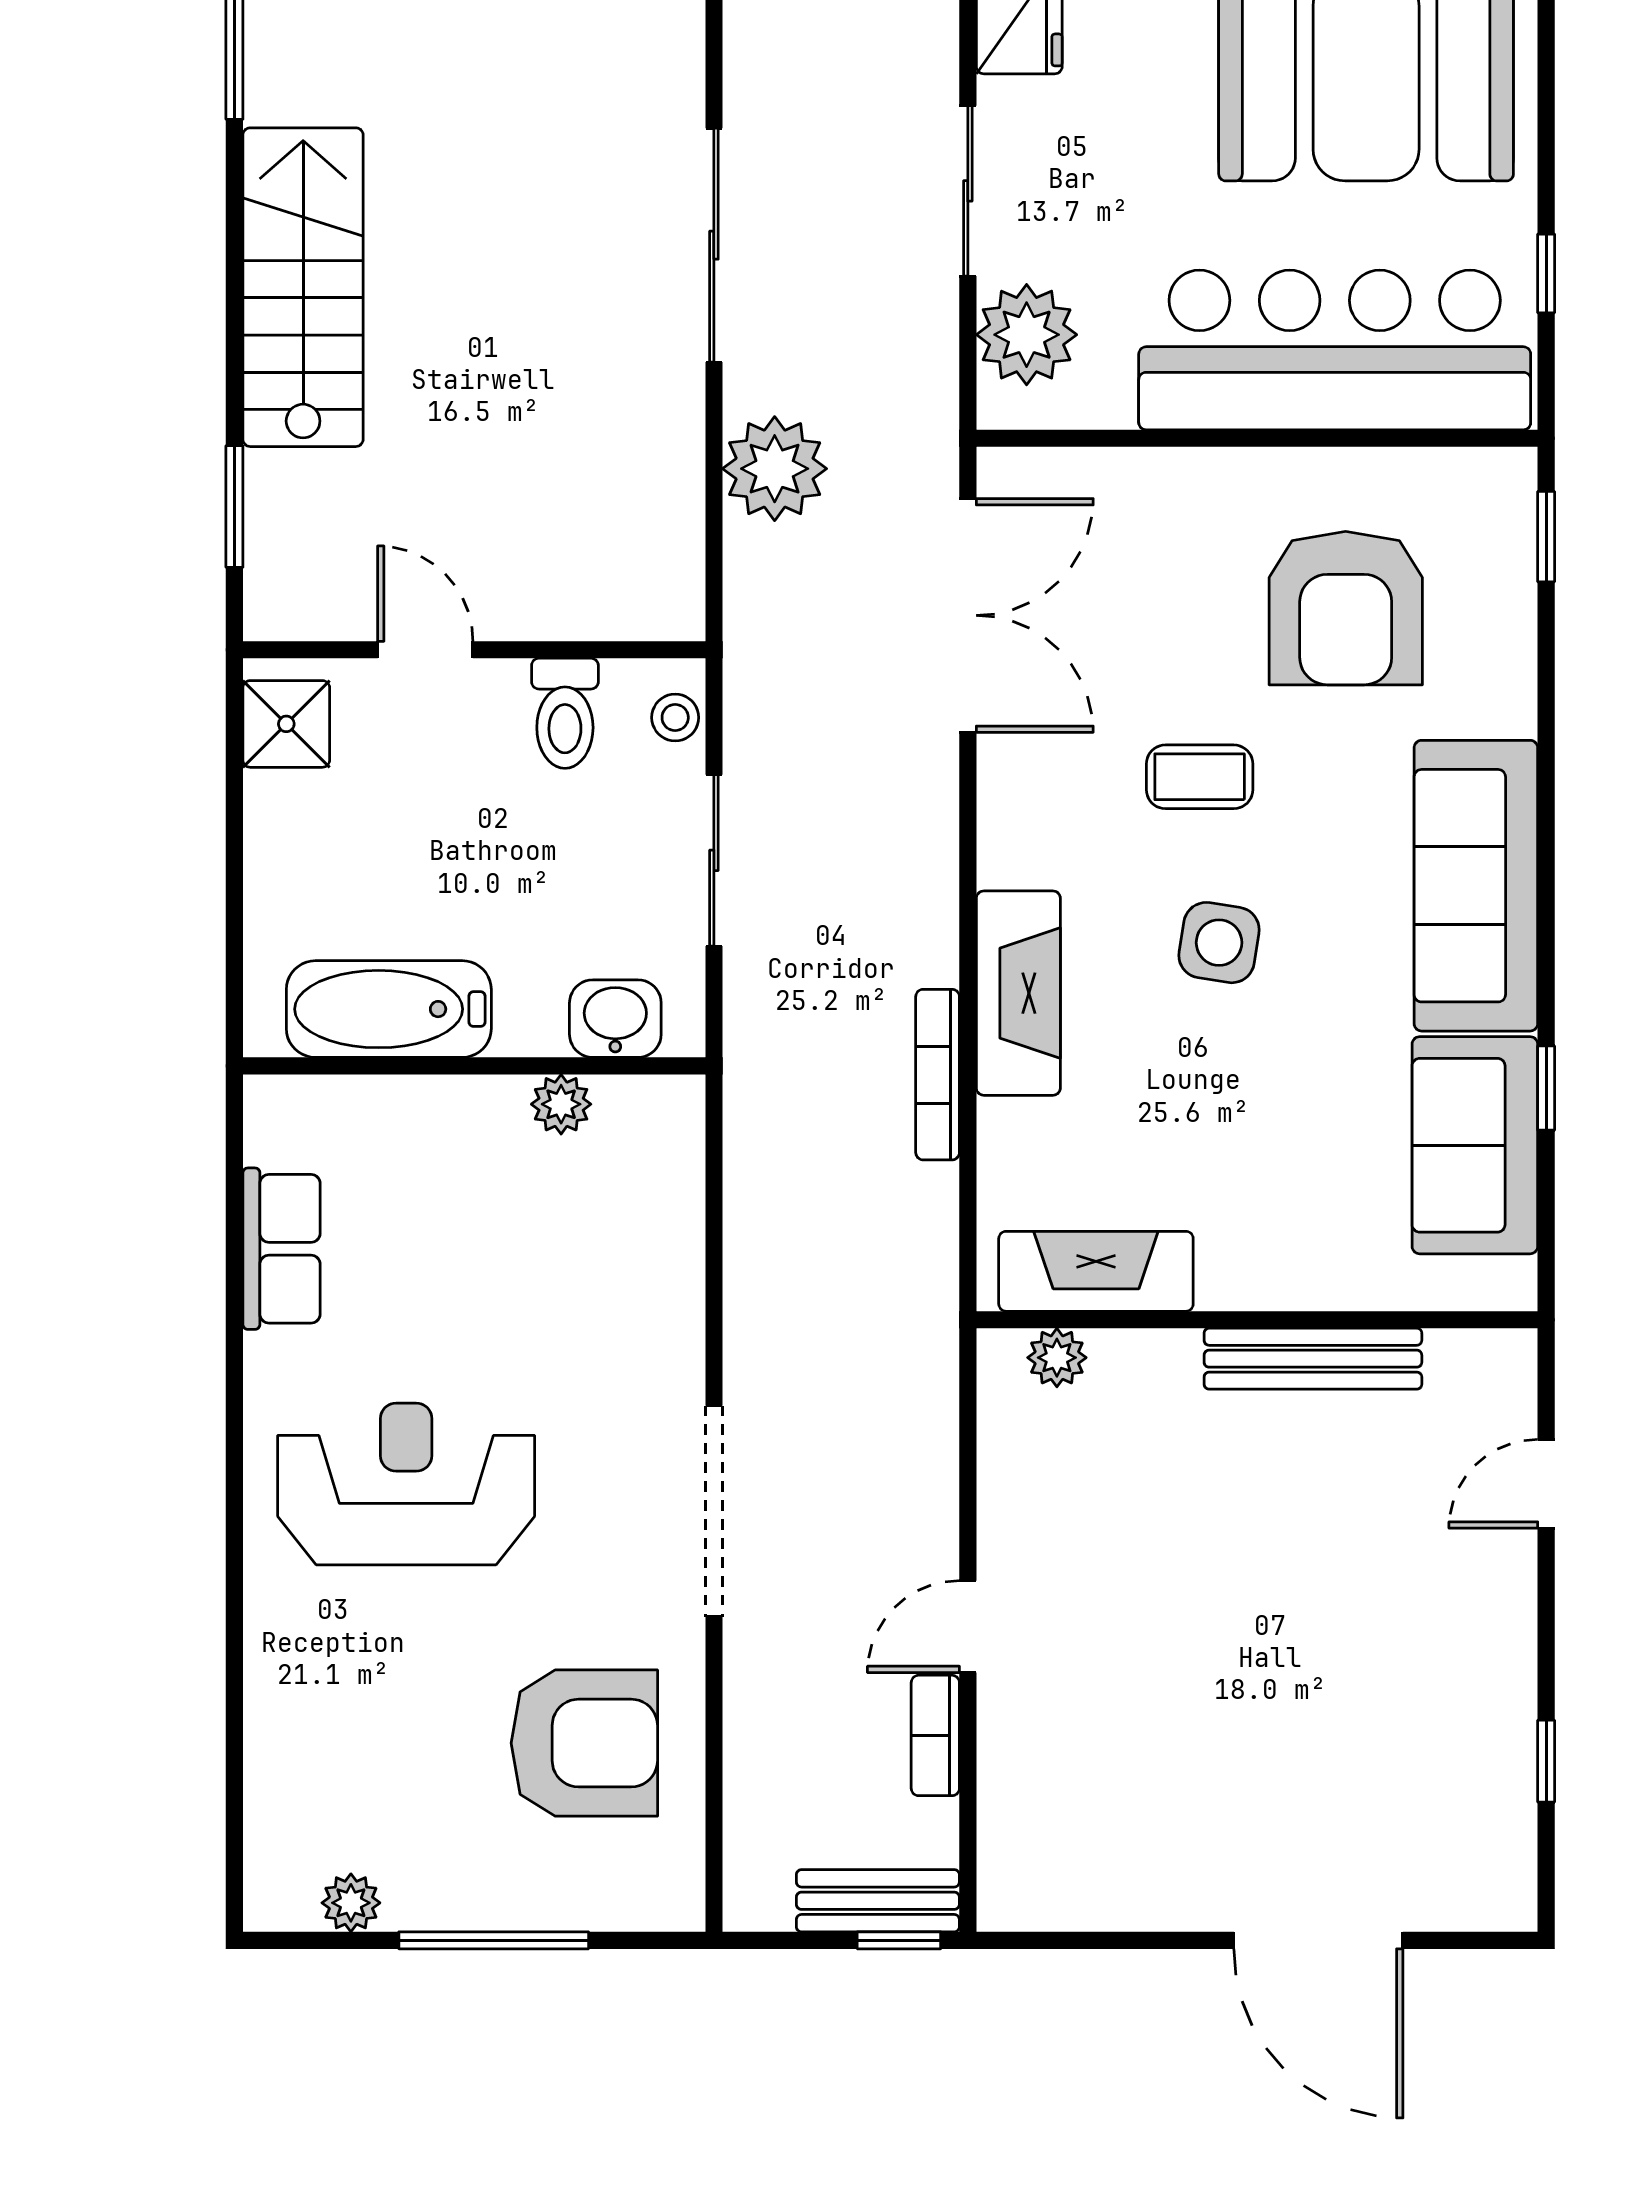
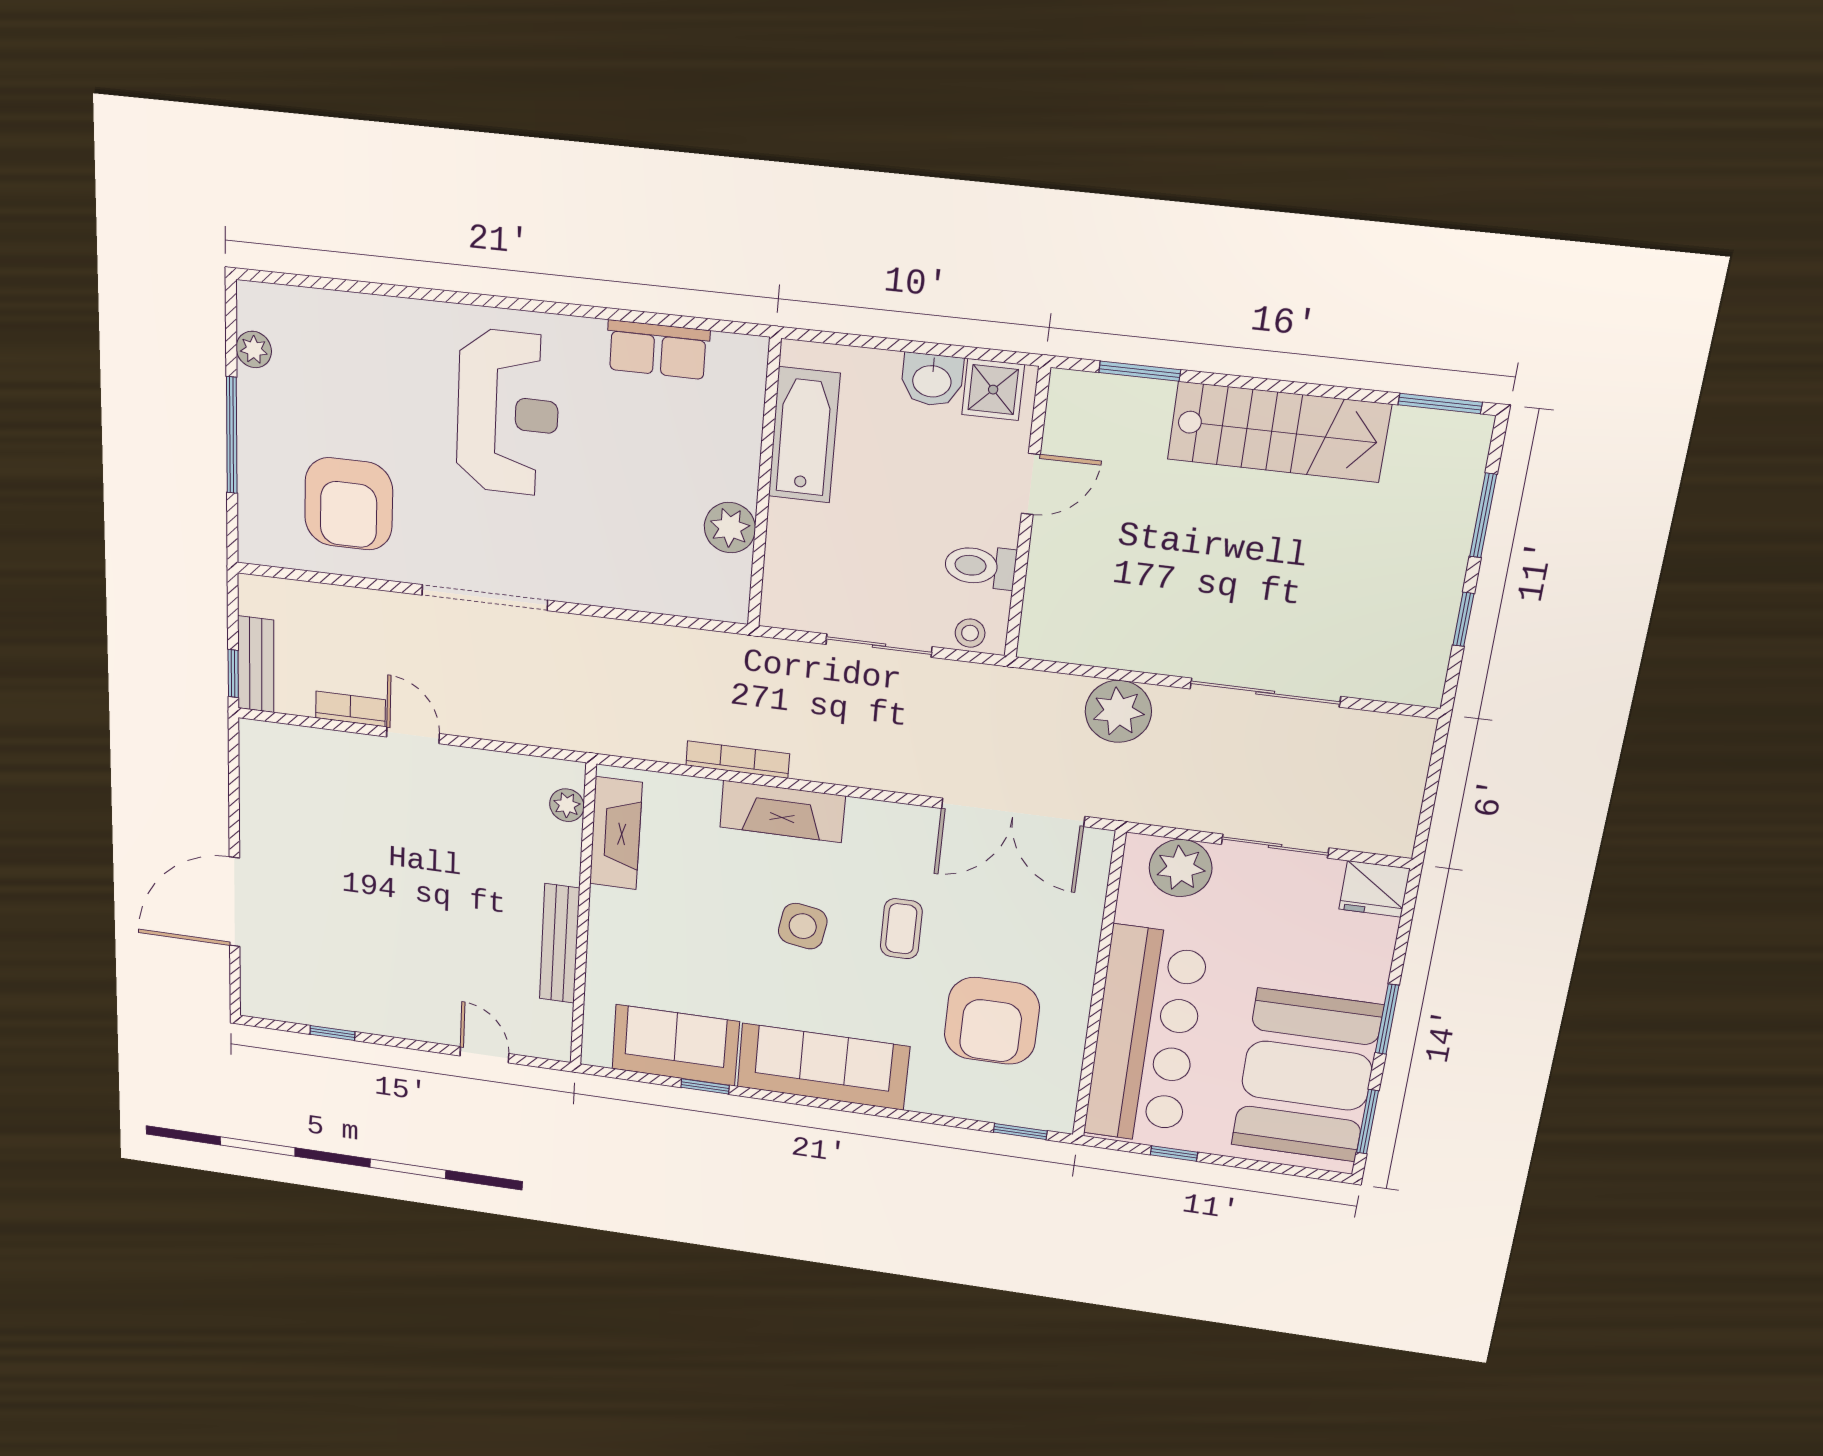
armchair: (1346, 608) -> (992, 1021), turned -90
washbasin: (615, 1019) -> (932, 380), moved, turned 90
plant: (561, 1104) -> (730, 528), width x1.38, depth x1.38

